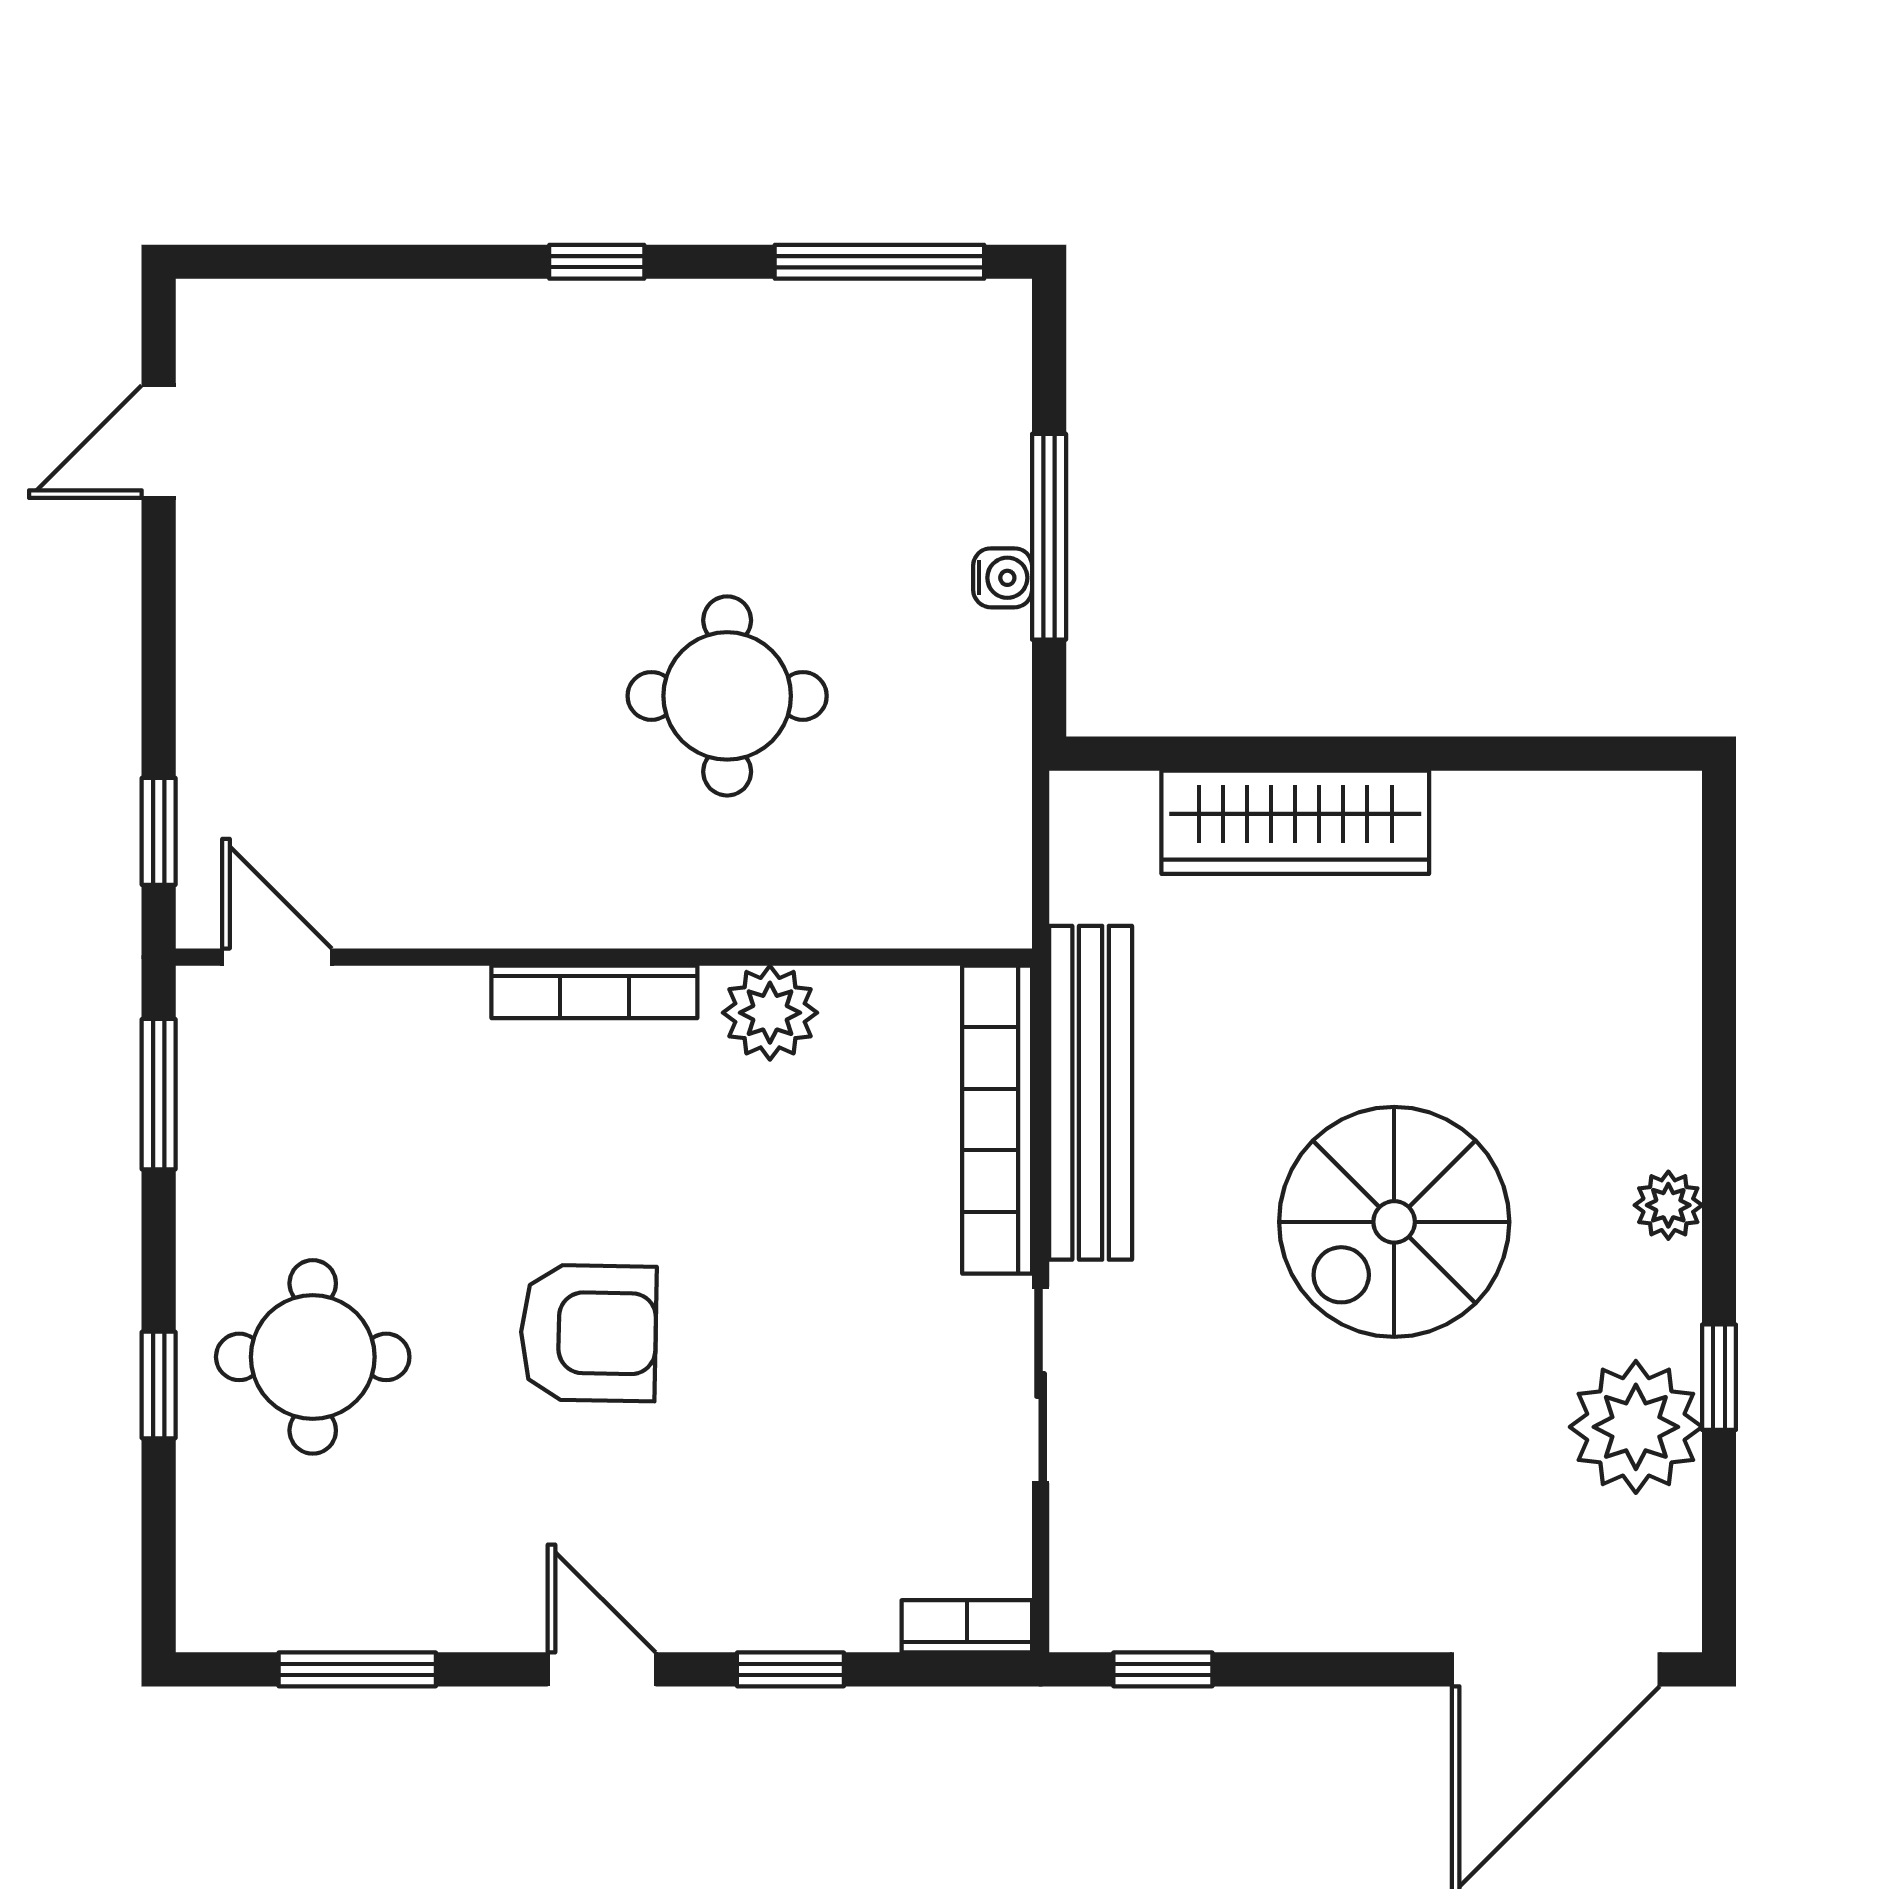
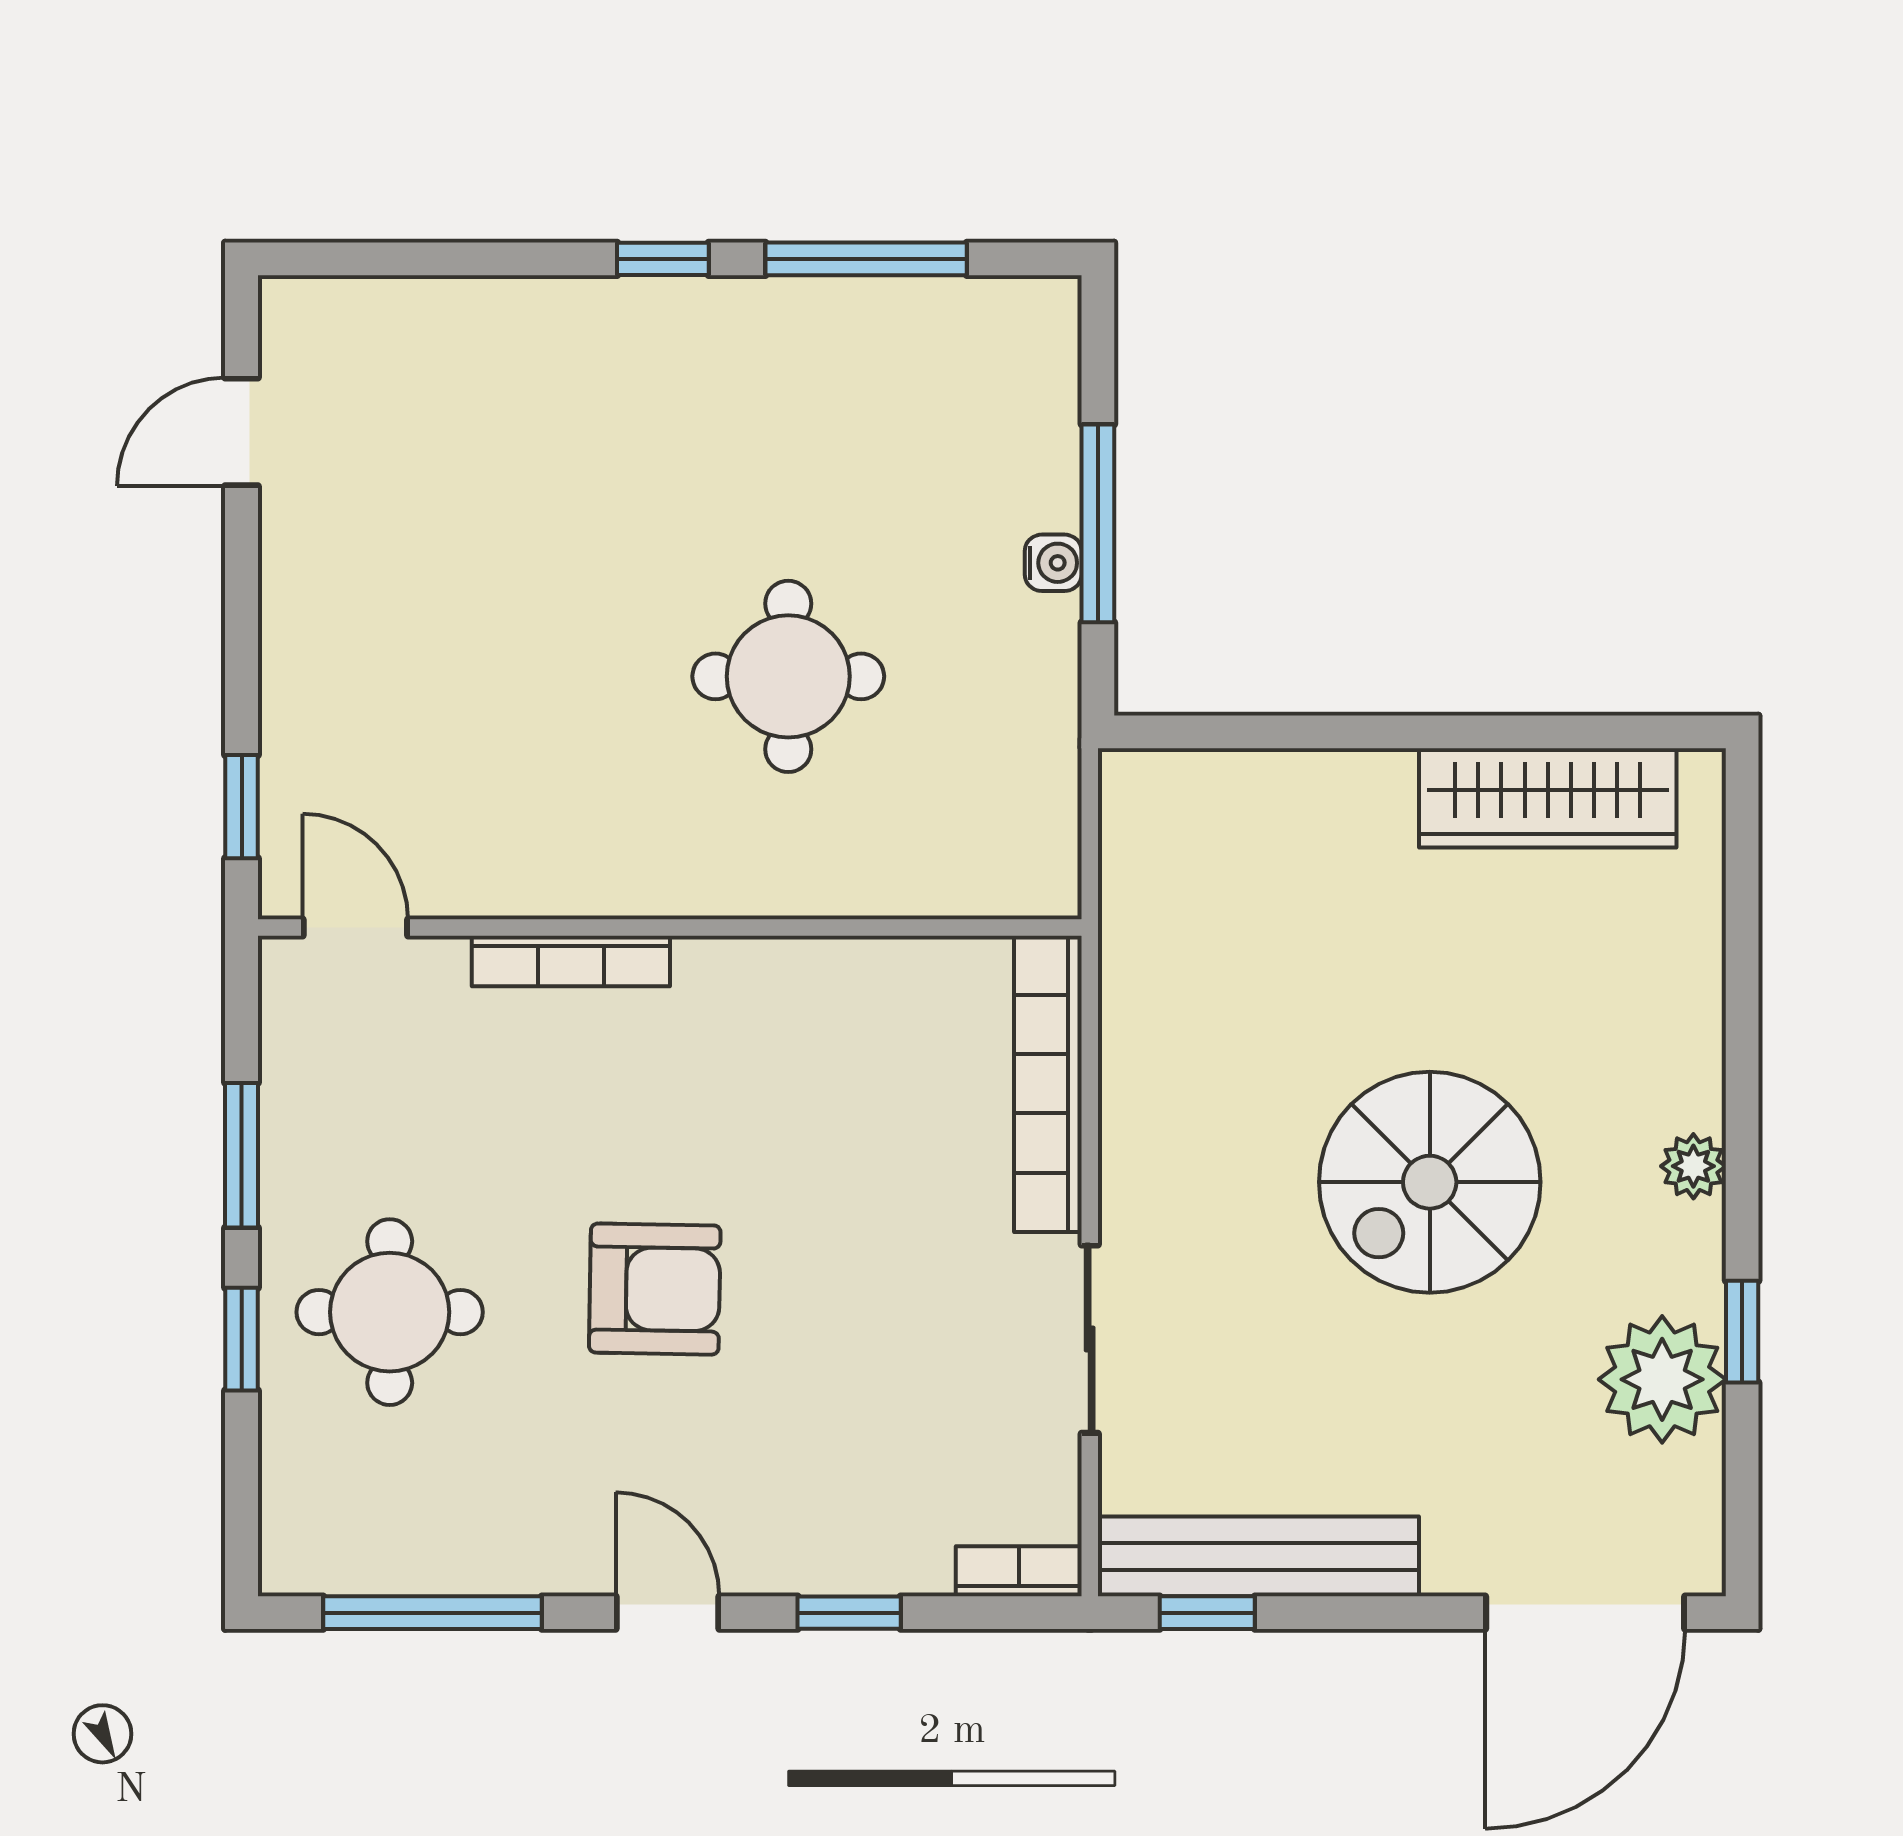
window: (879, 262) -> (866, 259), moved
wardrobe: (1295, 822) -> (1548, 798), moved
bookcase: (594, 992) -> (571, 961), moved
plant: (770, 1013) -> (829, 981), removed
bench: (1091, 1093) -> (1258, 1556), moved, turned 90
window: (159, 1094) -> (242, 1155), moved
window: (357, 1669) -> (433, 1613), width x1.44

